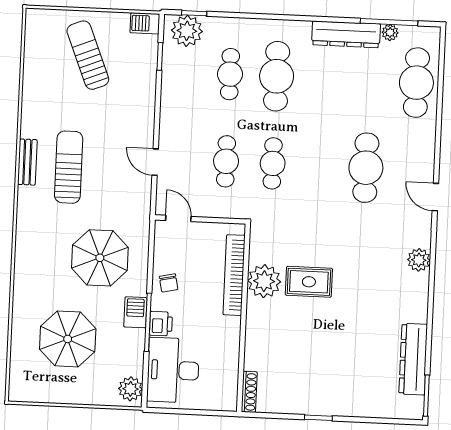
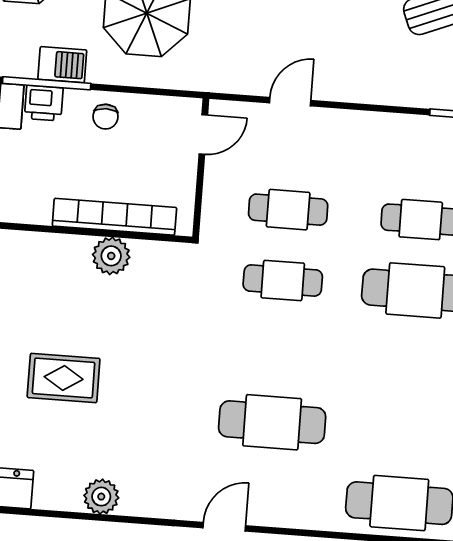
plant: (419, 260) -> (101, 497), moved
plant: (264, 281) -> (111, 256), width x0.73, depth x0.73
rug: (309, 282) -> (64, 378), moved, turned 90
chair: (169, 283) -> (105, 117), turned -78

